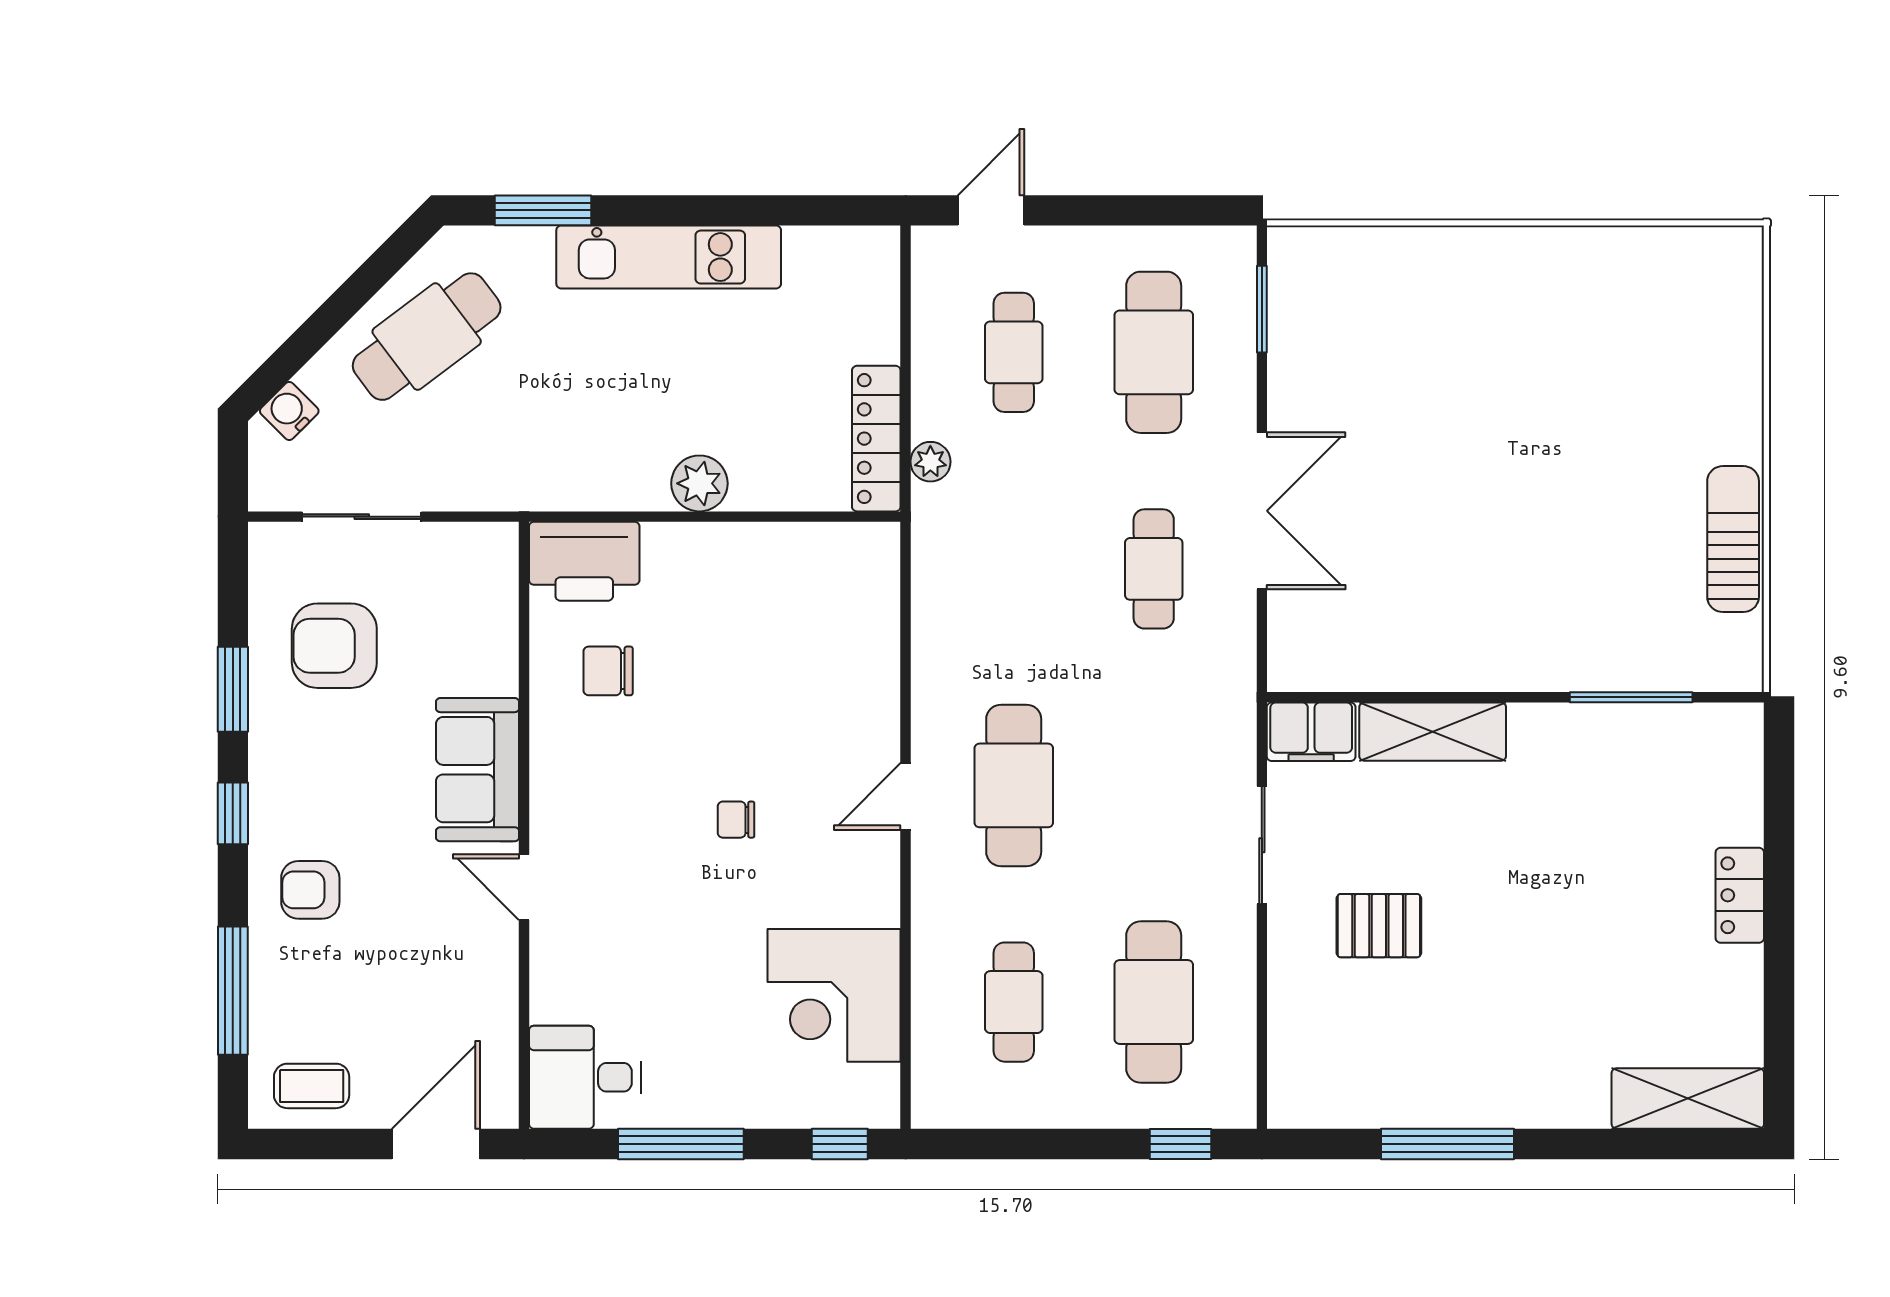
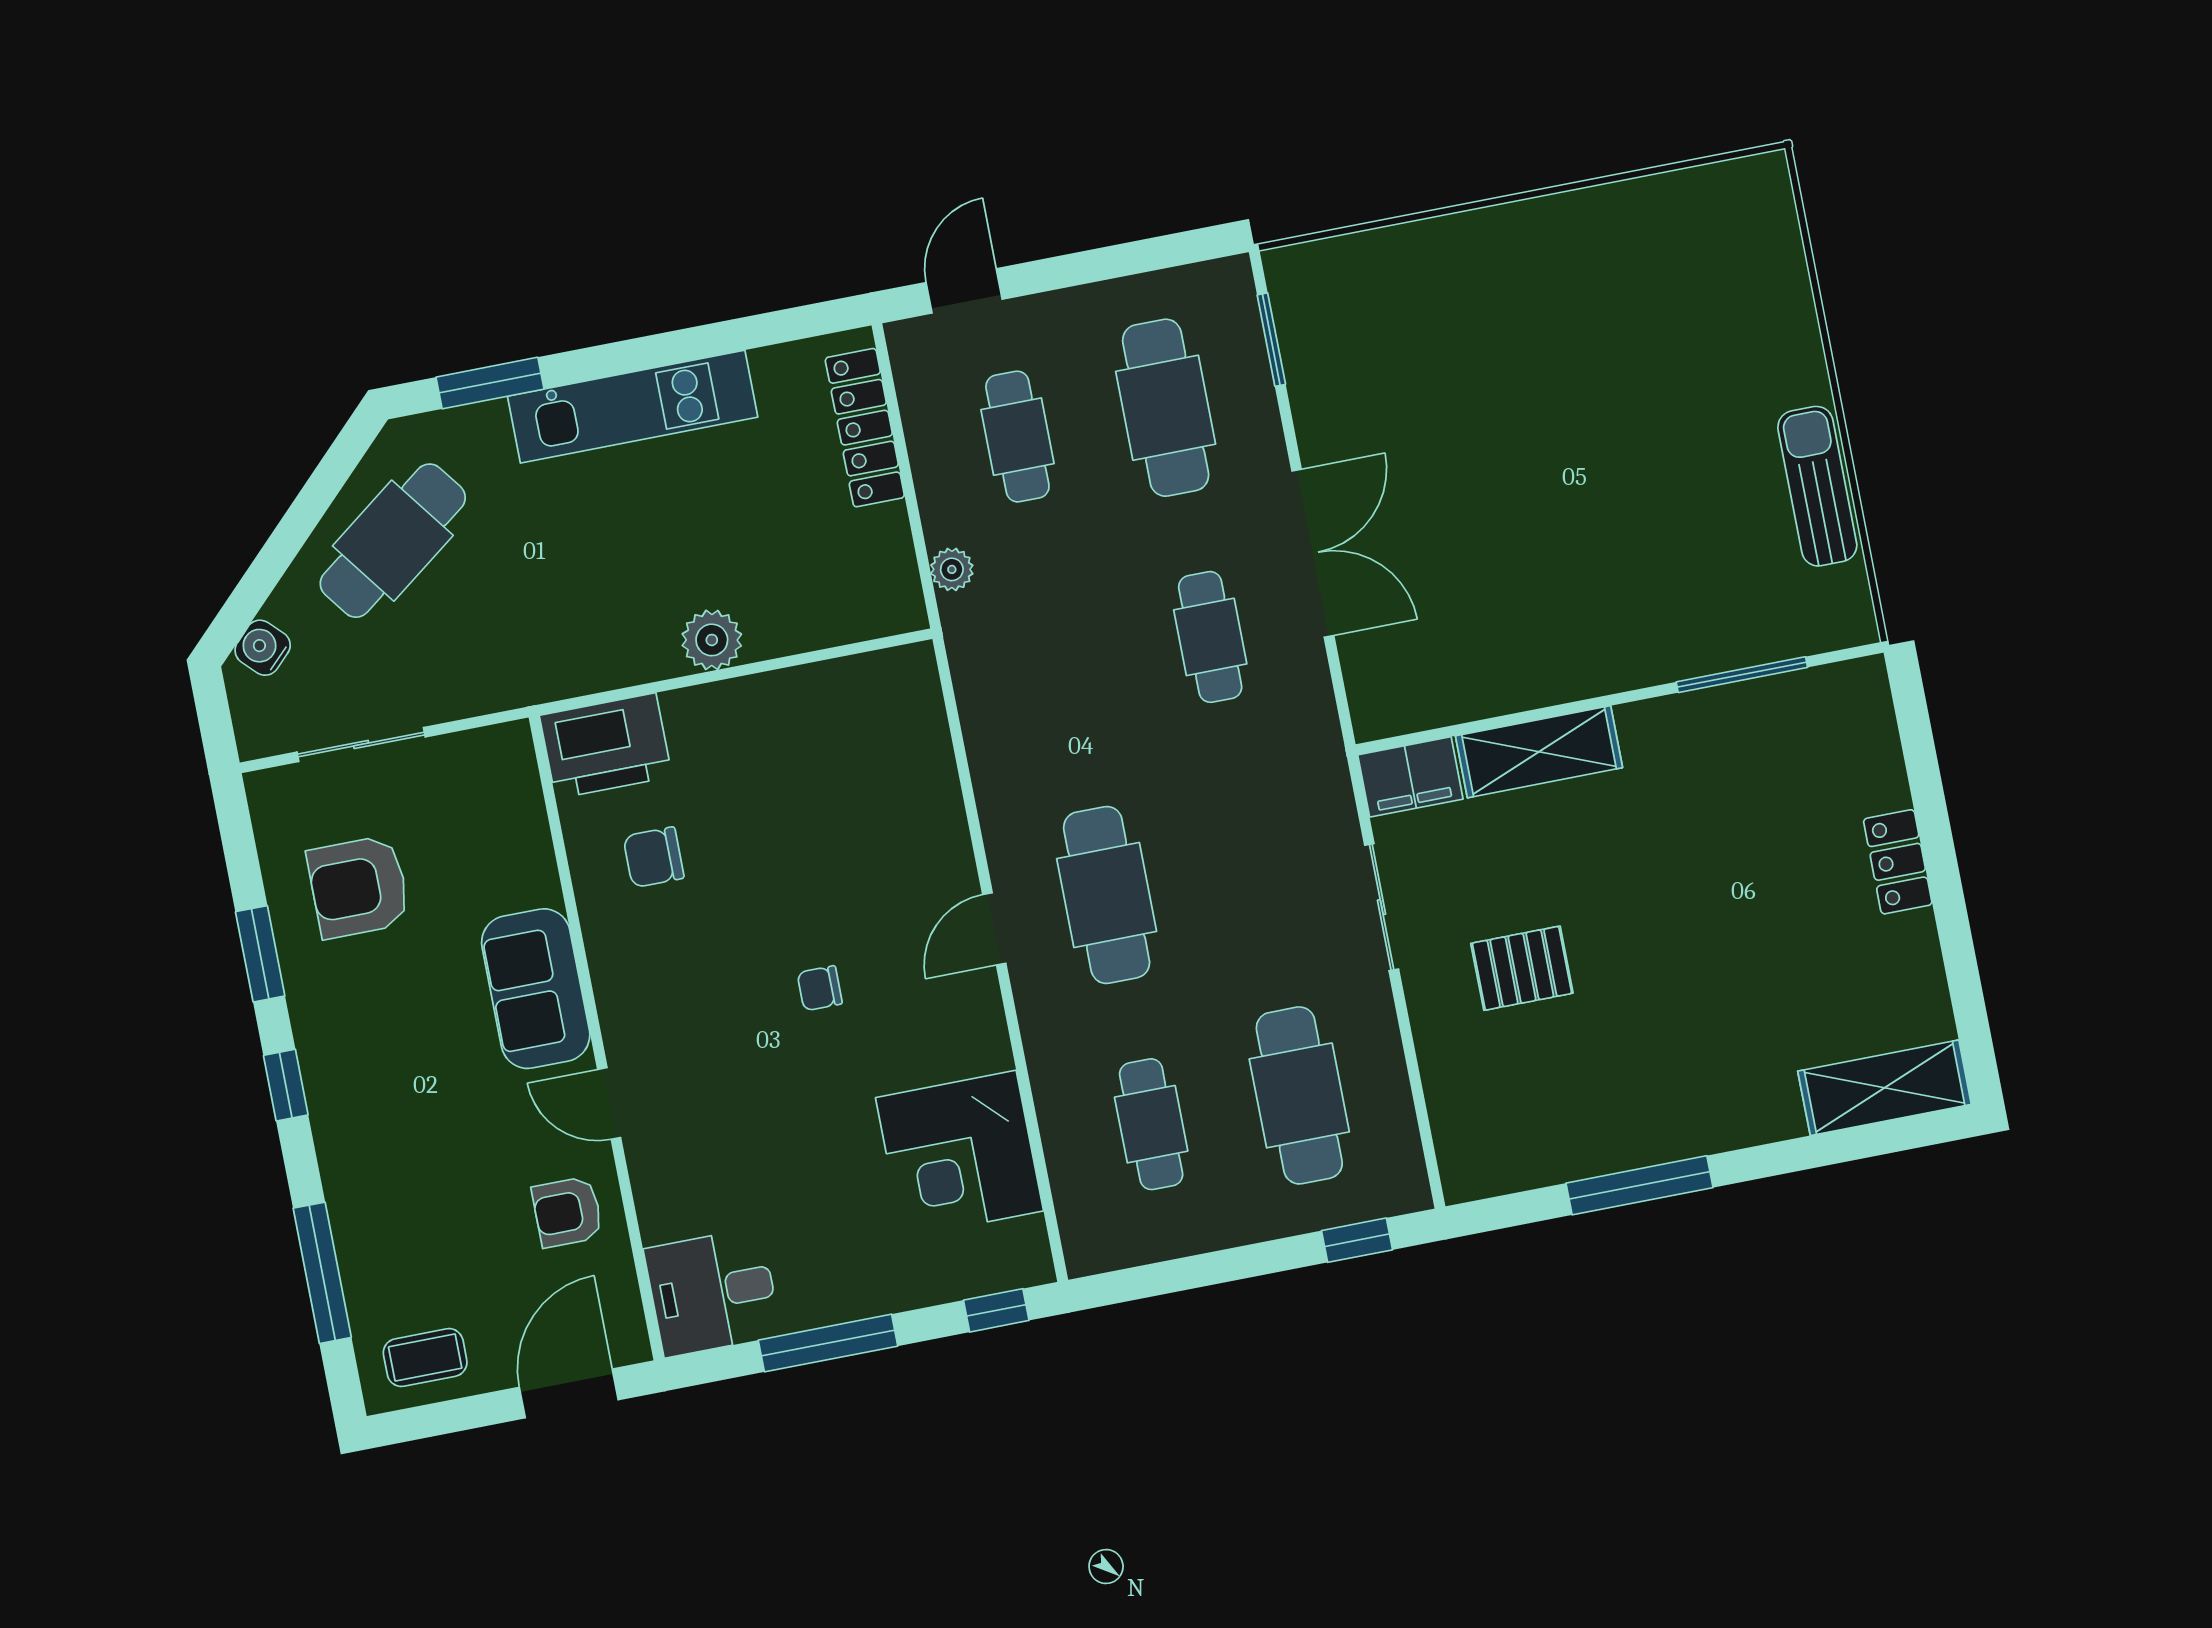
locker: (876, 439) -> (865, 428), moved
armchair: (310, 890) -> (567, 1212), moved

